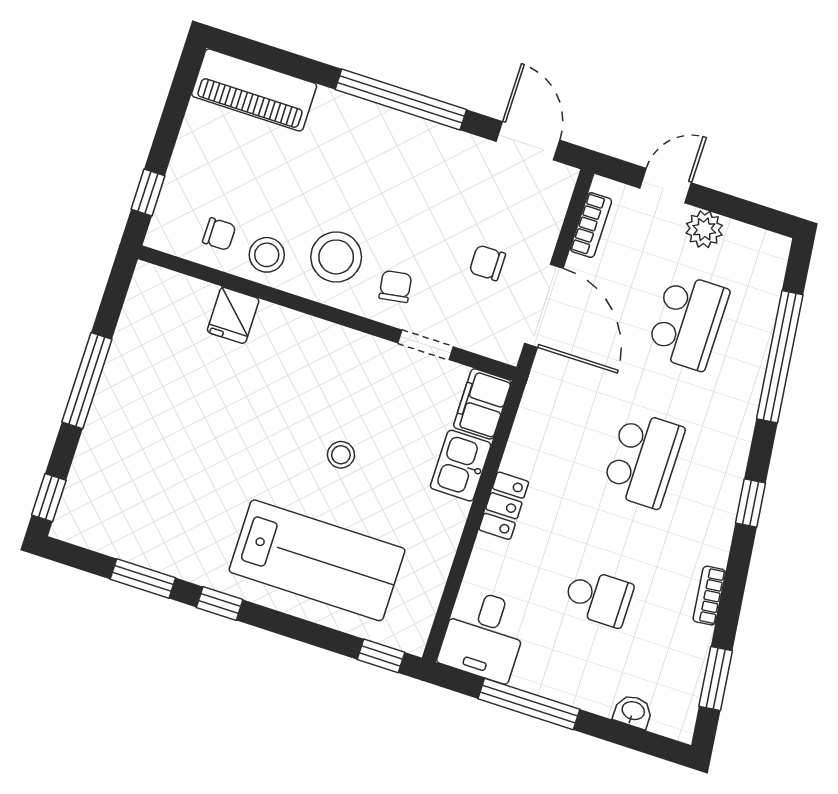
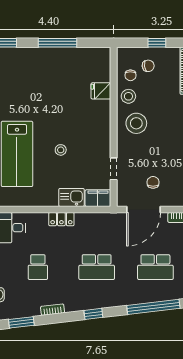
window: (148, 192) -> (157, 43), moved
chair: (395, 286) -> (148, 66), moved

